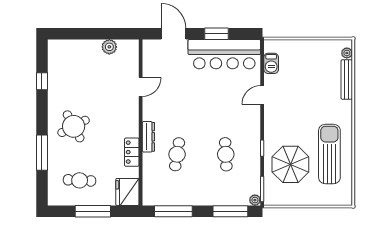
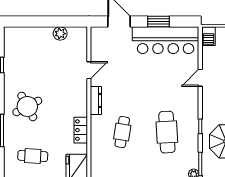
barbecue: (271, 63) -> (209, 36), moved
dresser: (148, 137) -> (96, 100), moved
cafe table: (226, 154) -> (167, 132), width x1.37, depth x1.35

